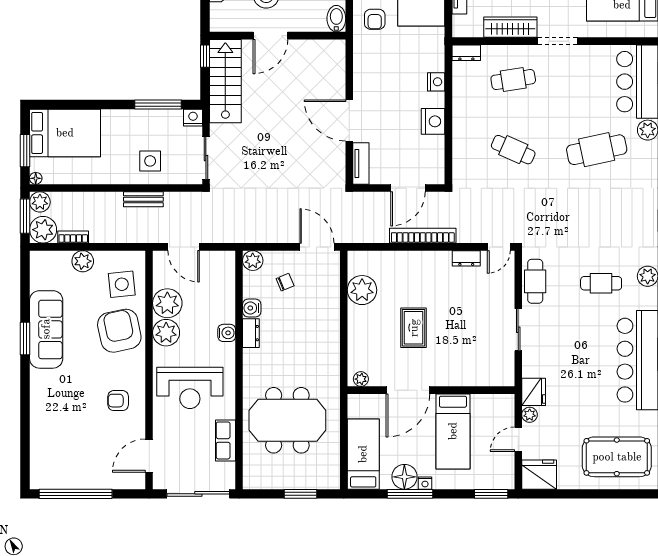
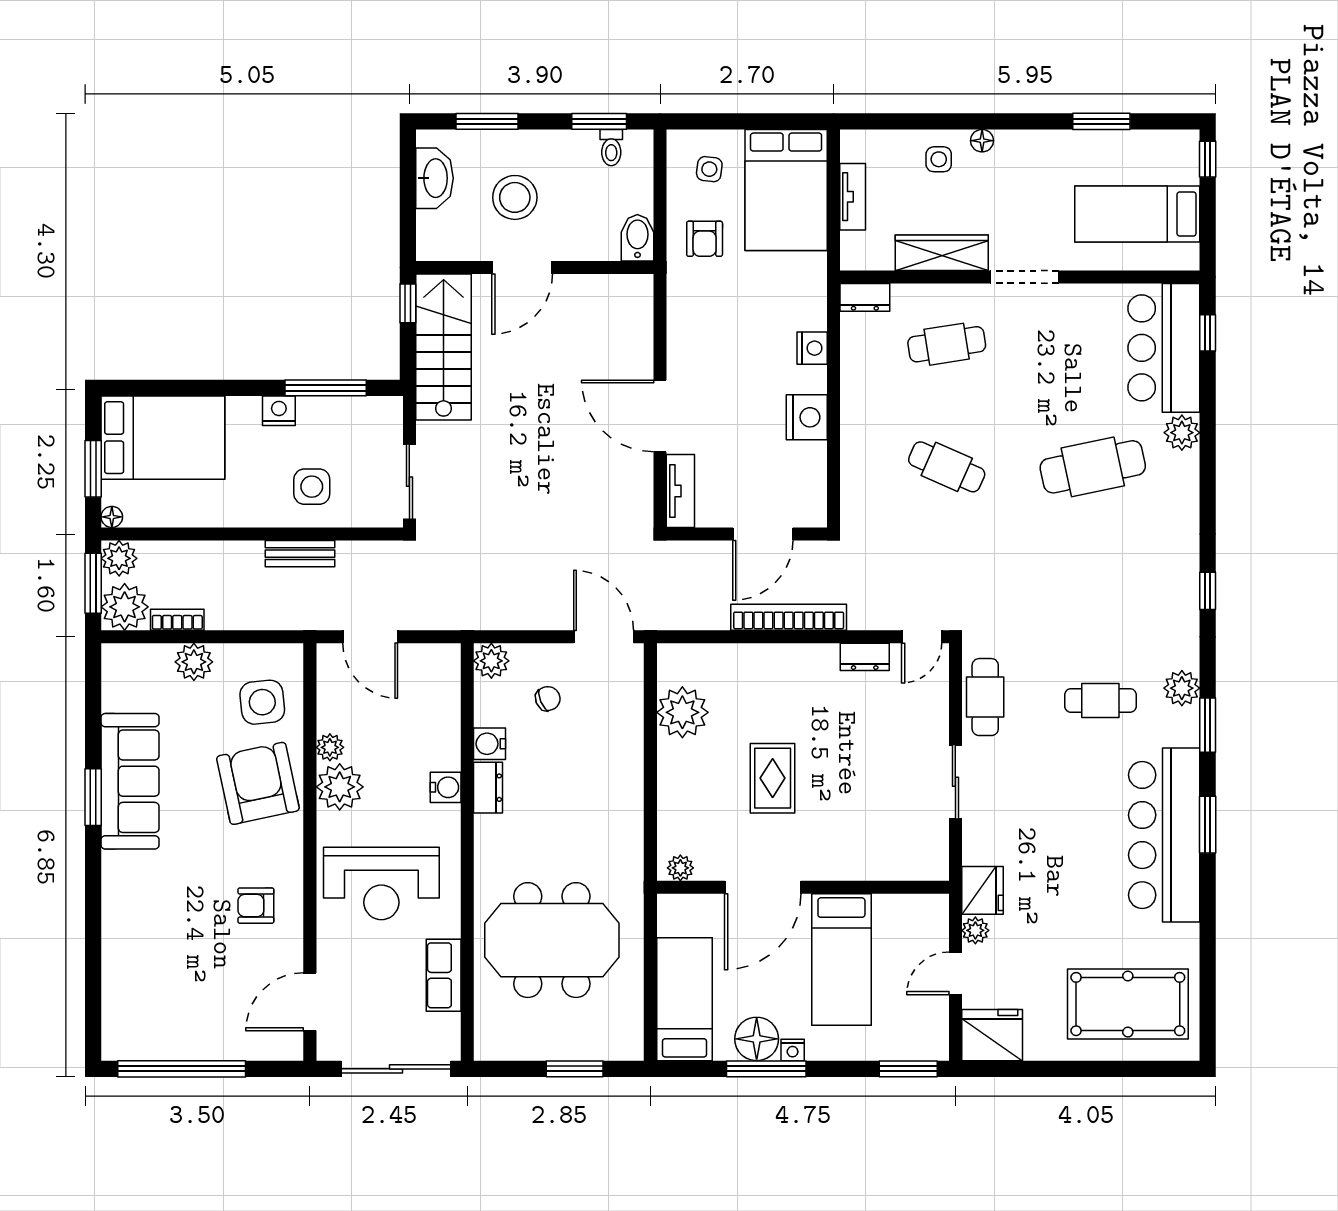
nightstand: (193, 118) -> (279, 411), moved
plant: (167, 303) -> (330, 747), width x0.53, depth x0.53

